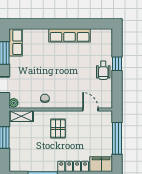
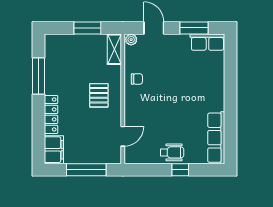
row of seats: (70, 35) -> (216, 138), moved
wheelchair: (103, 70) -> (172, 152), turned 180
pallet: (58, 129) -> (99, 95), turned 90

